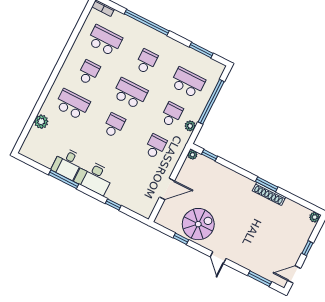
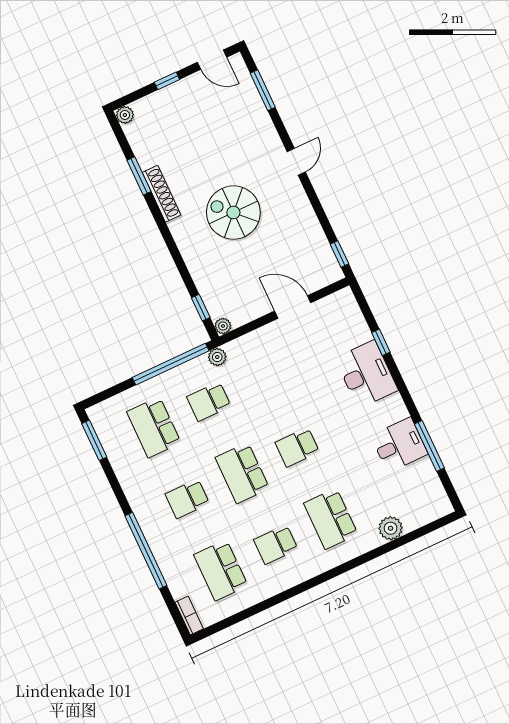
window: (201, 50) -> (94, 440), moved
window: (211, 102) -> (171, 364), moved
plant: (190, 126) -> (217, 357), moved
school desk: (155, 146) -> (264, 376), removed
desk: (94, 177) -> (366, 374), moved
window: (64, 179) -> (429, 446), moved
window: (267, 184) -> (139, 176), moved
spiral stairs: (198, 224) -> (233, 213), moved
window: (181, 239) -> (339, 254), moved

